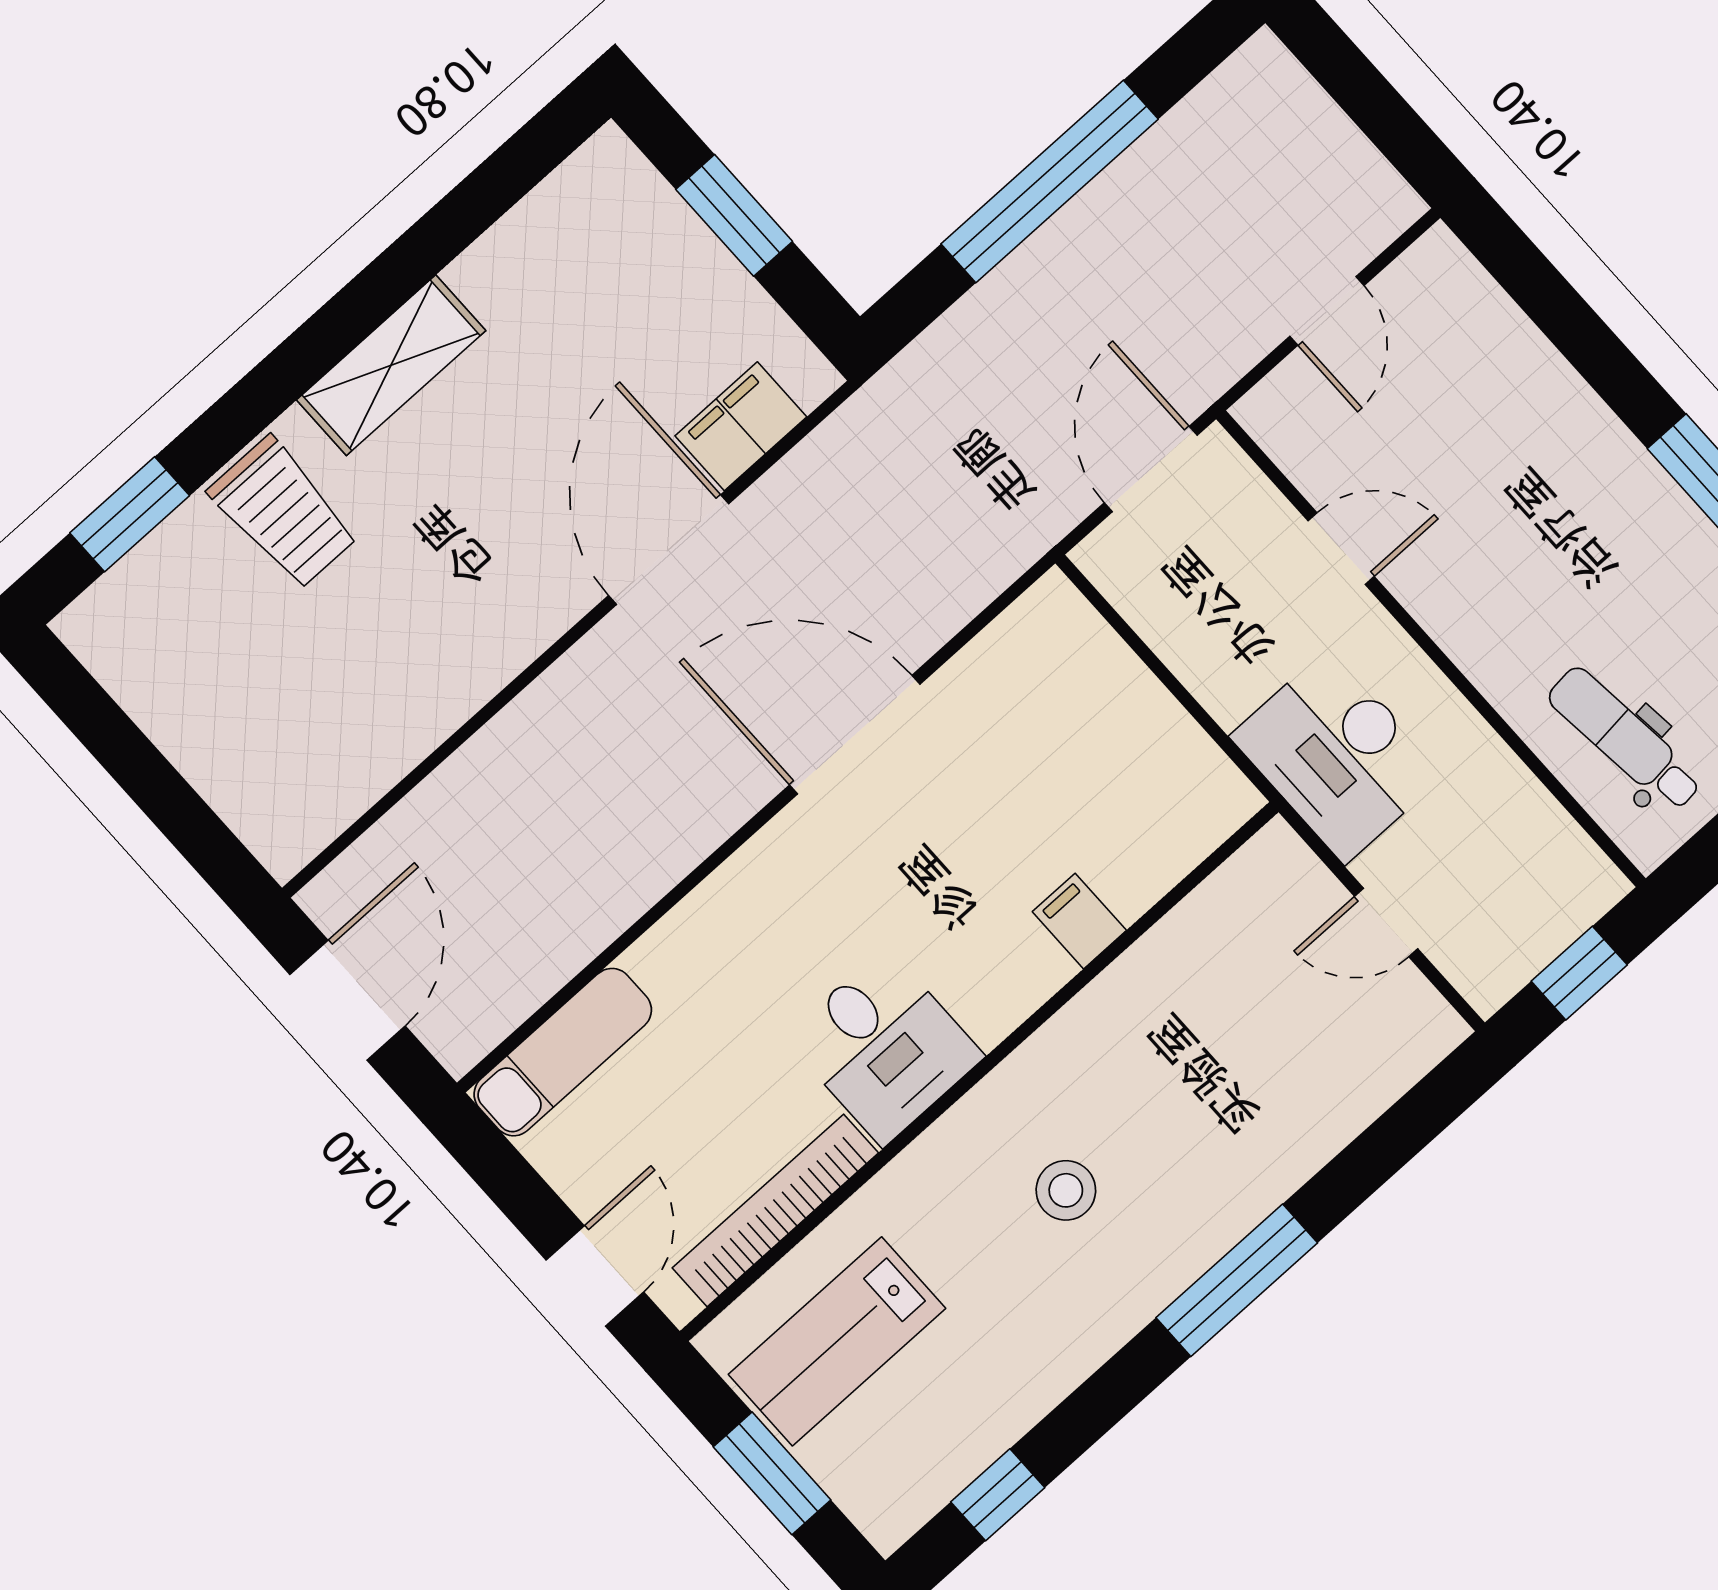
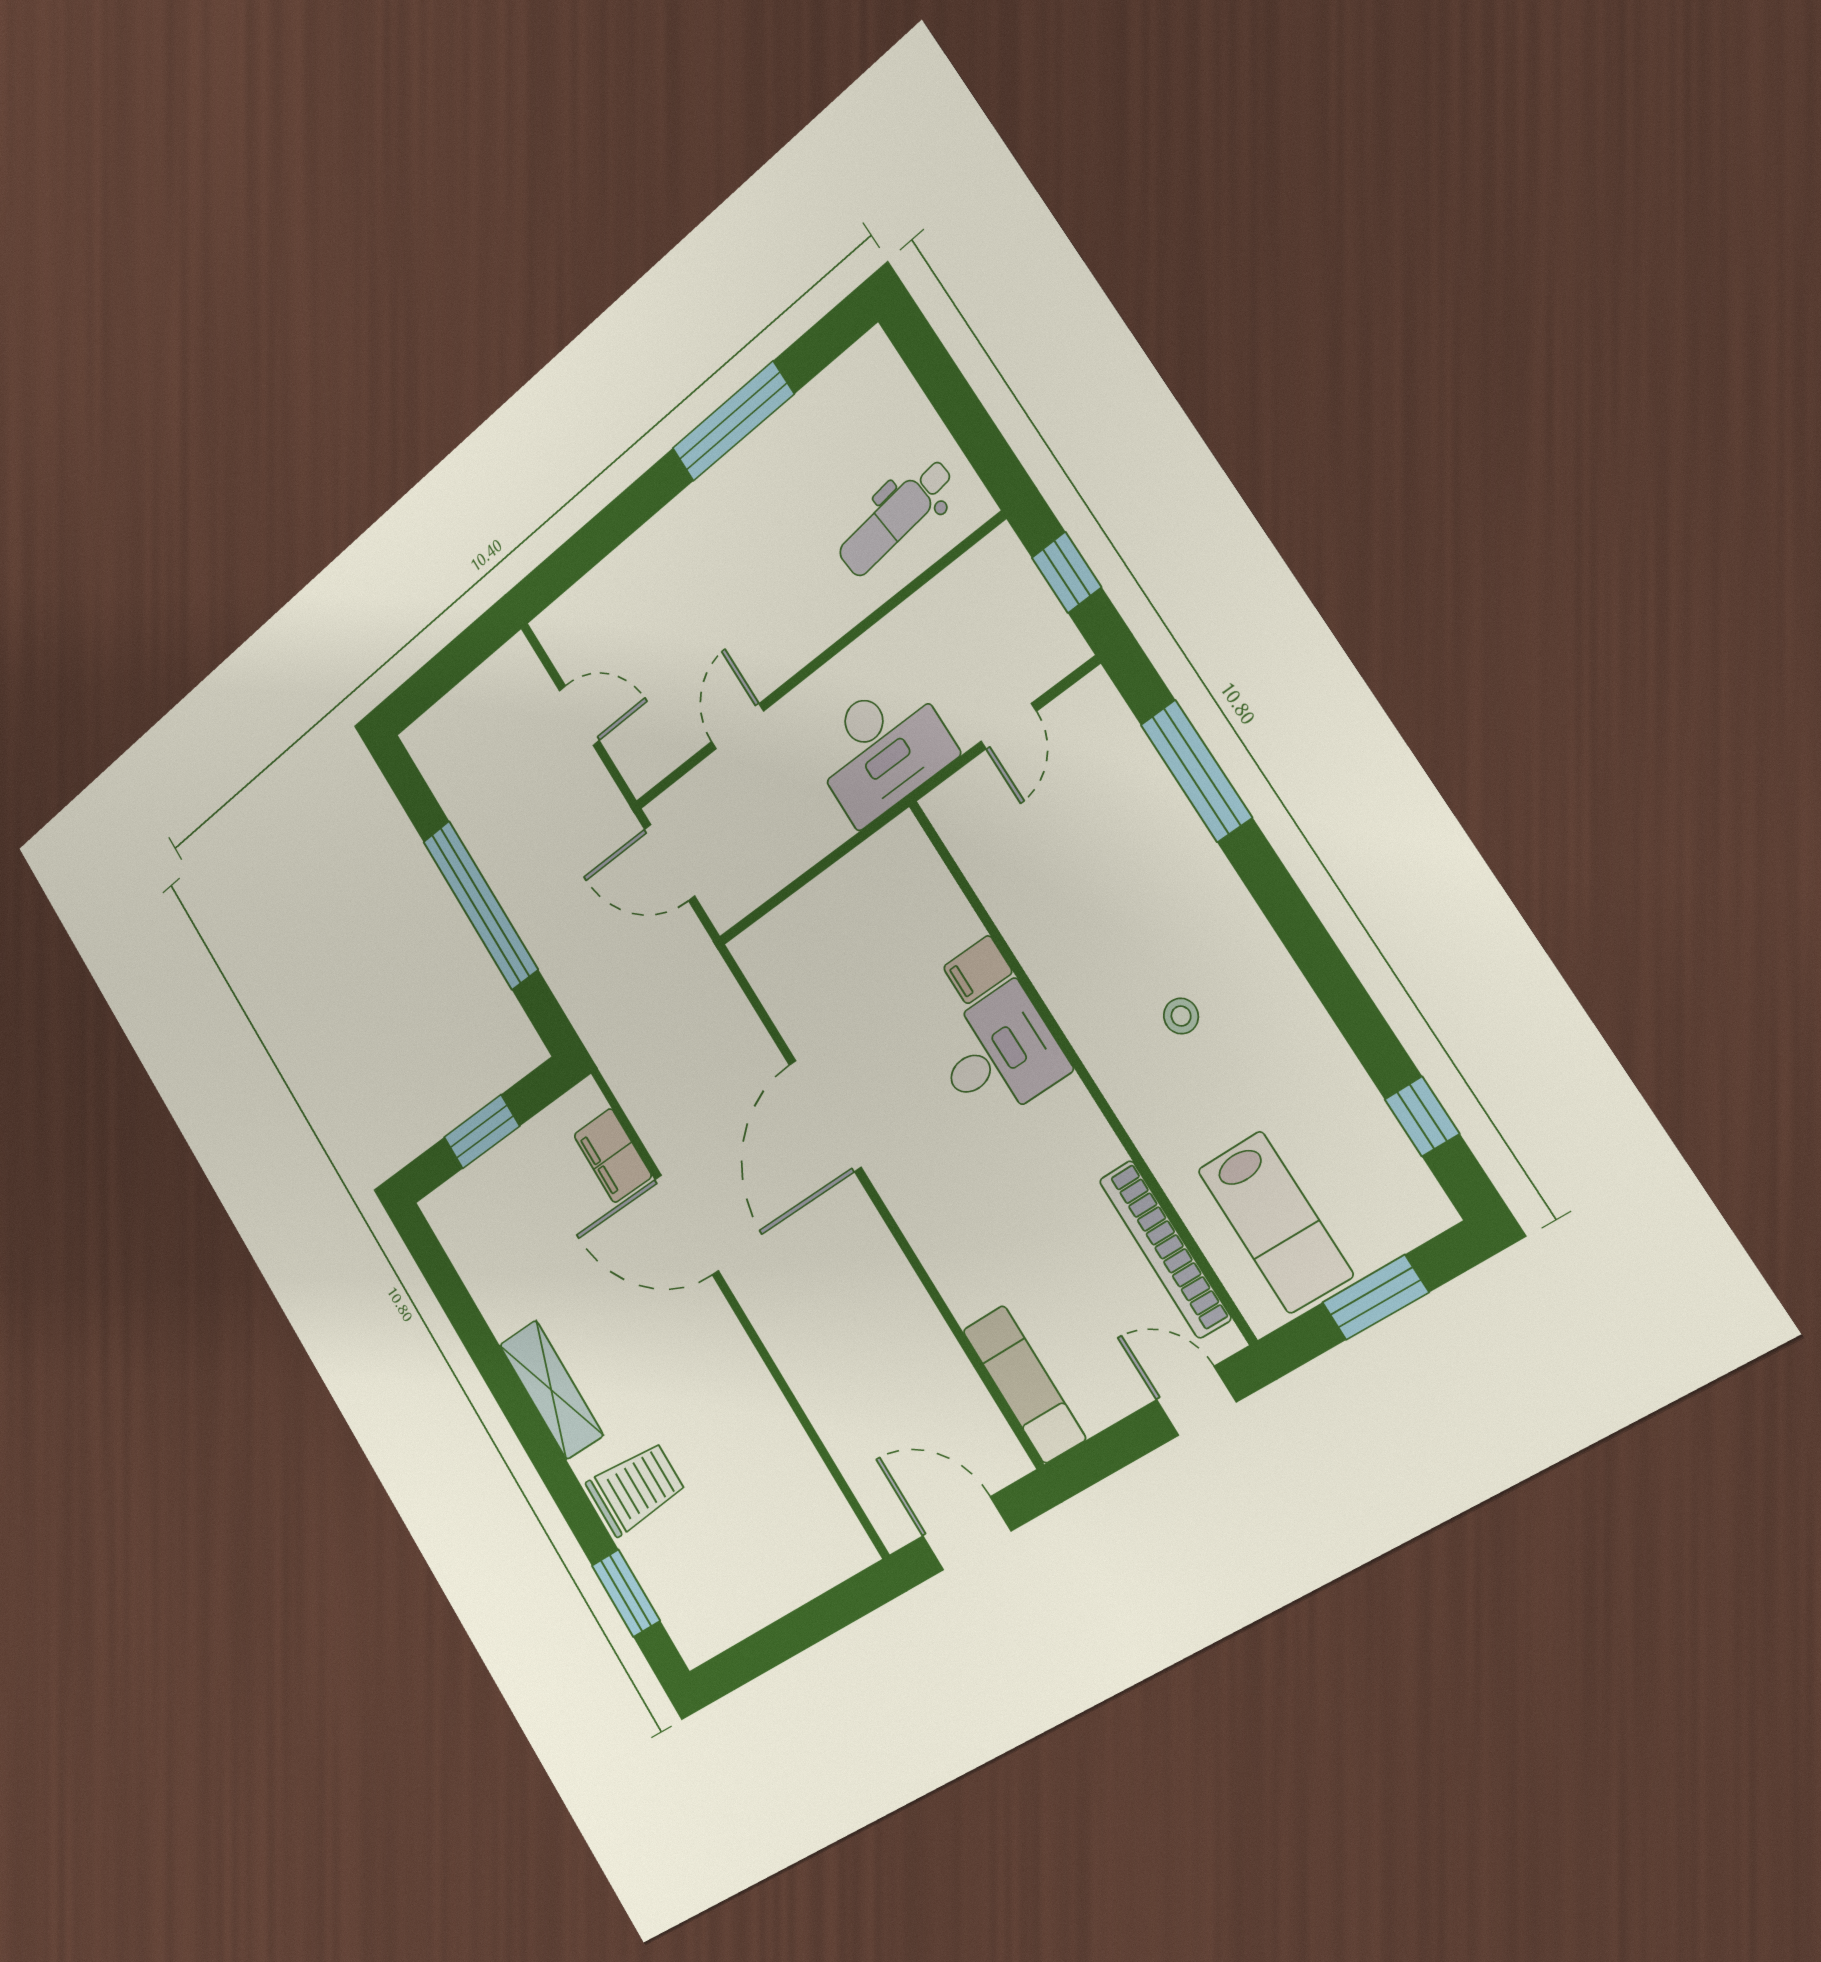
desk: (884, 1047) -> (999, 1054), moved
stool: (1066, 1190) -> (1181, 1016), width x0.73, depth x0.73
window: (1237, 1280) -> (1196, 771), moved

